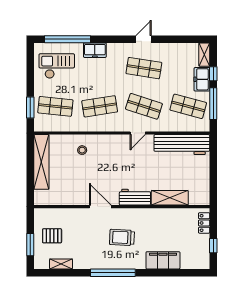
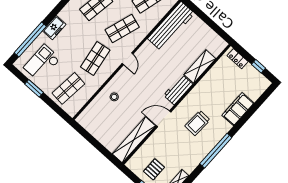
window: (30, 108) -> (34, 88), moved
door: (138, 133) -> (128, 59), moved
shelving: (41, 162) -> (134, 140), moved, turned 90

